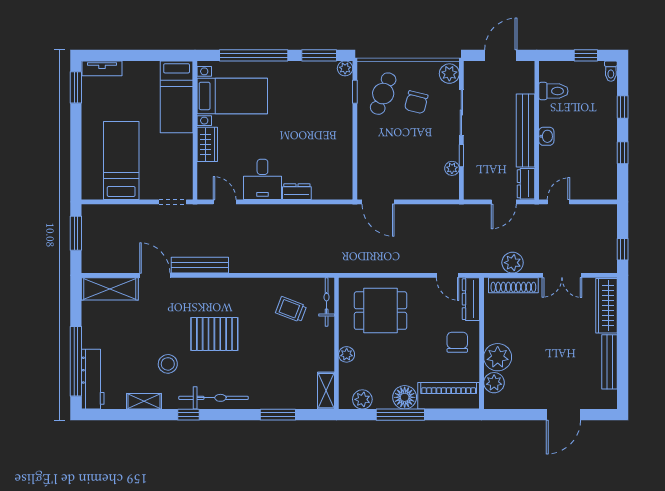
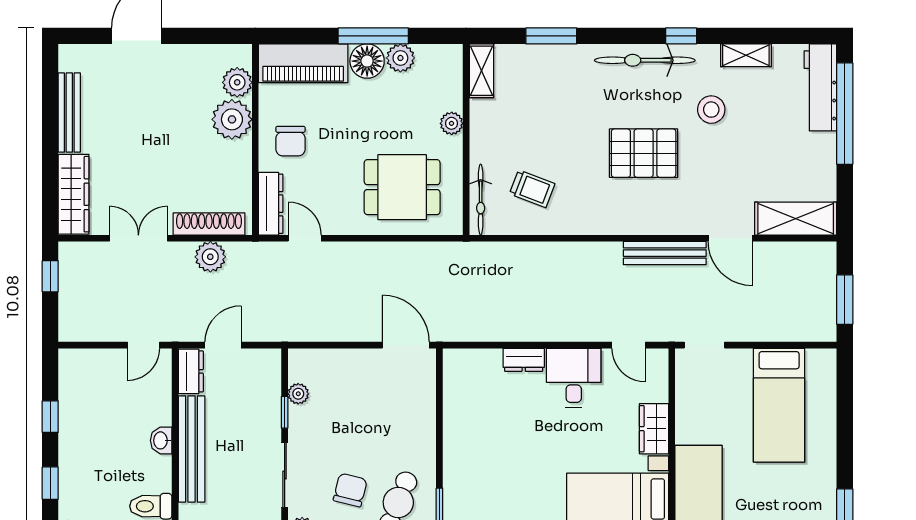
plant: (362, 399) -> (400, 58), moved

